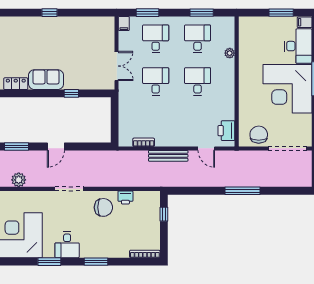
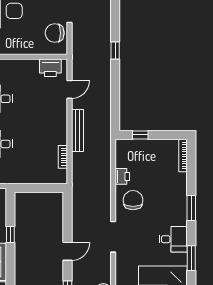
door: (56, 147) -> (67, 251), hinge flipped
window: (242, 191) -> (115, 50), width x0.46

